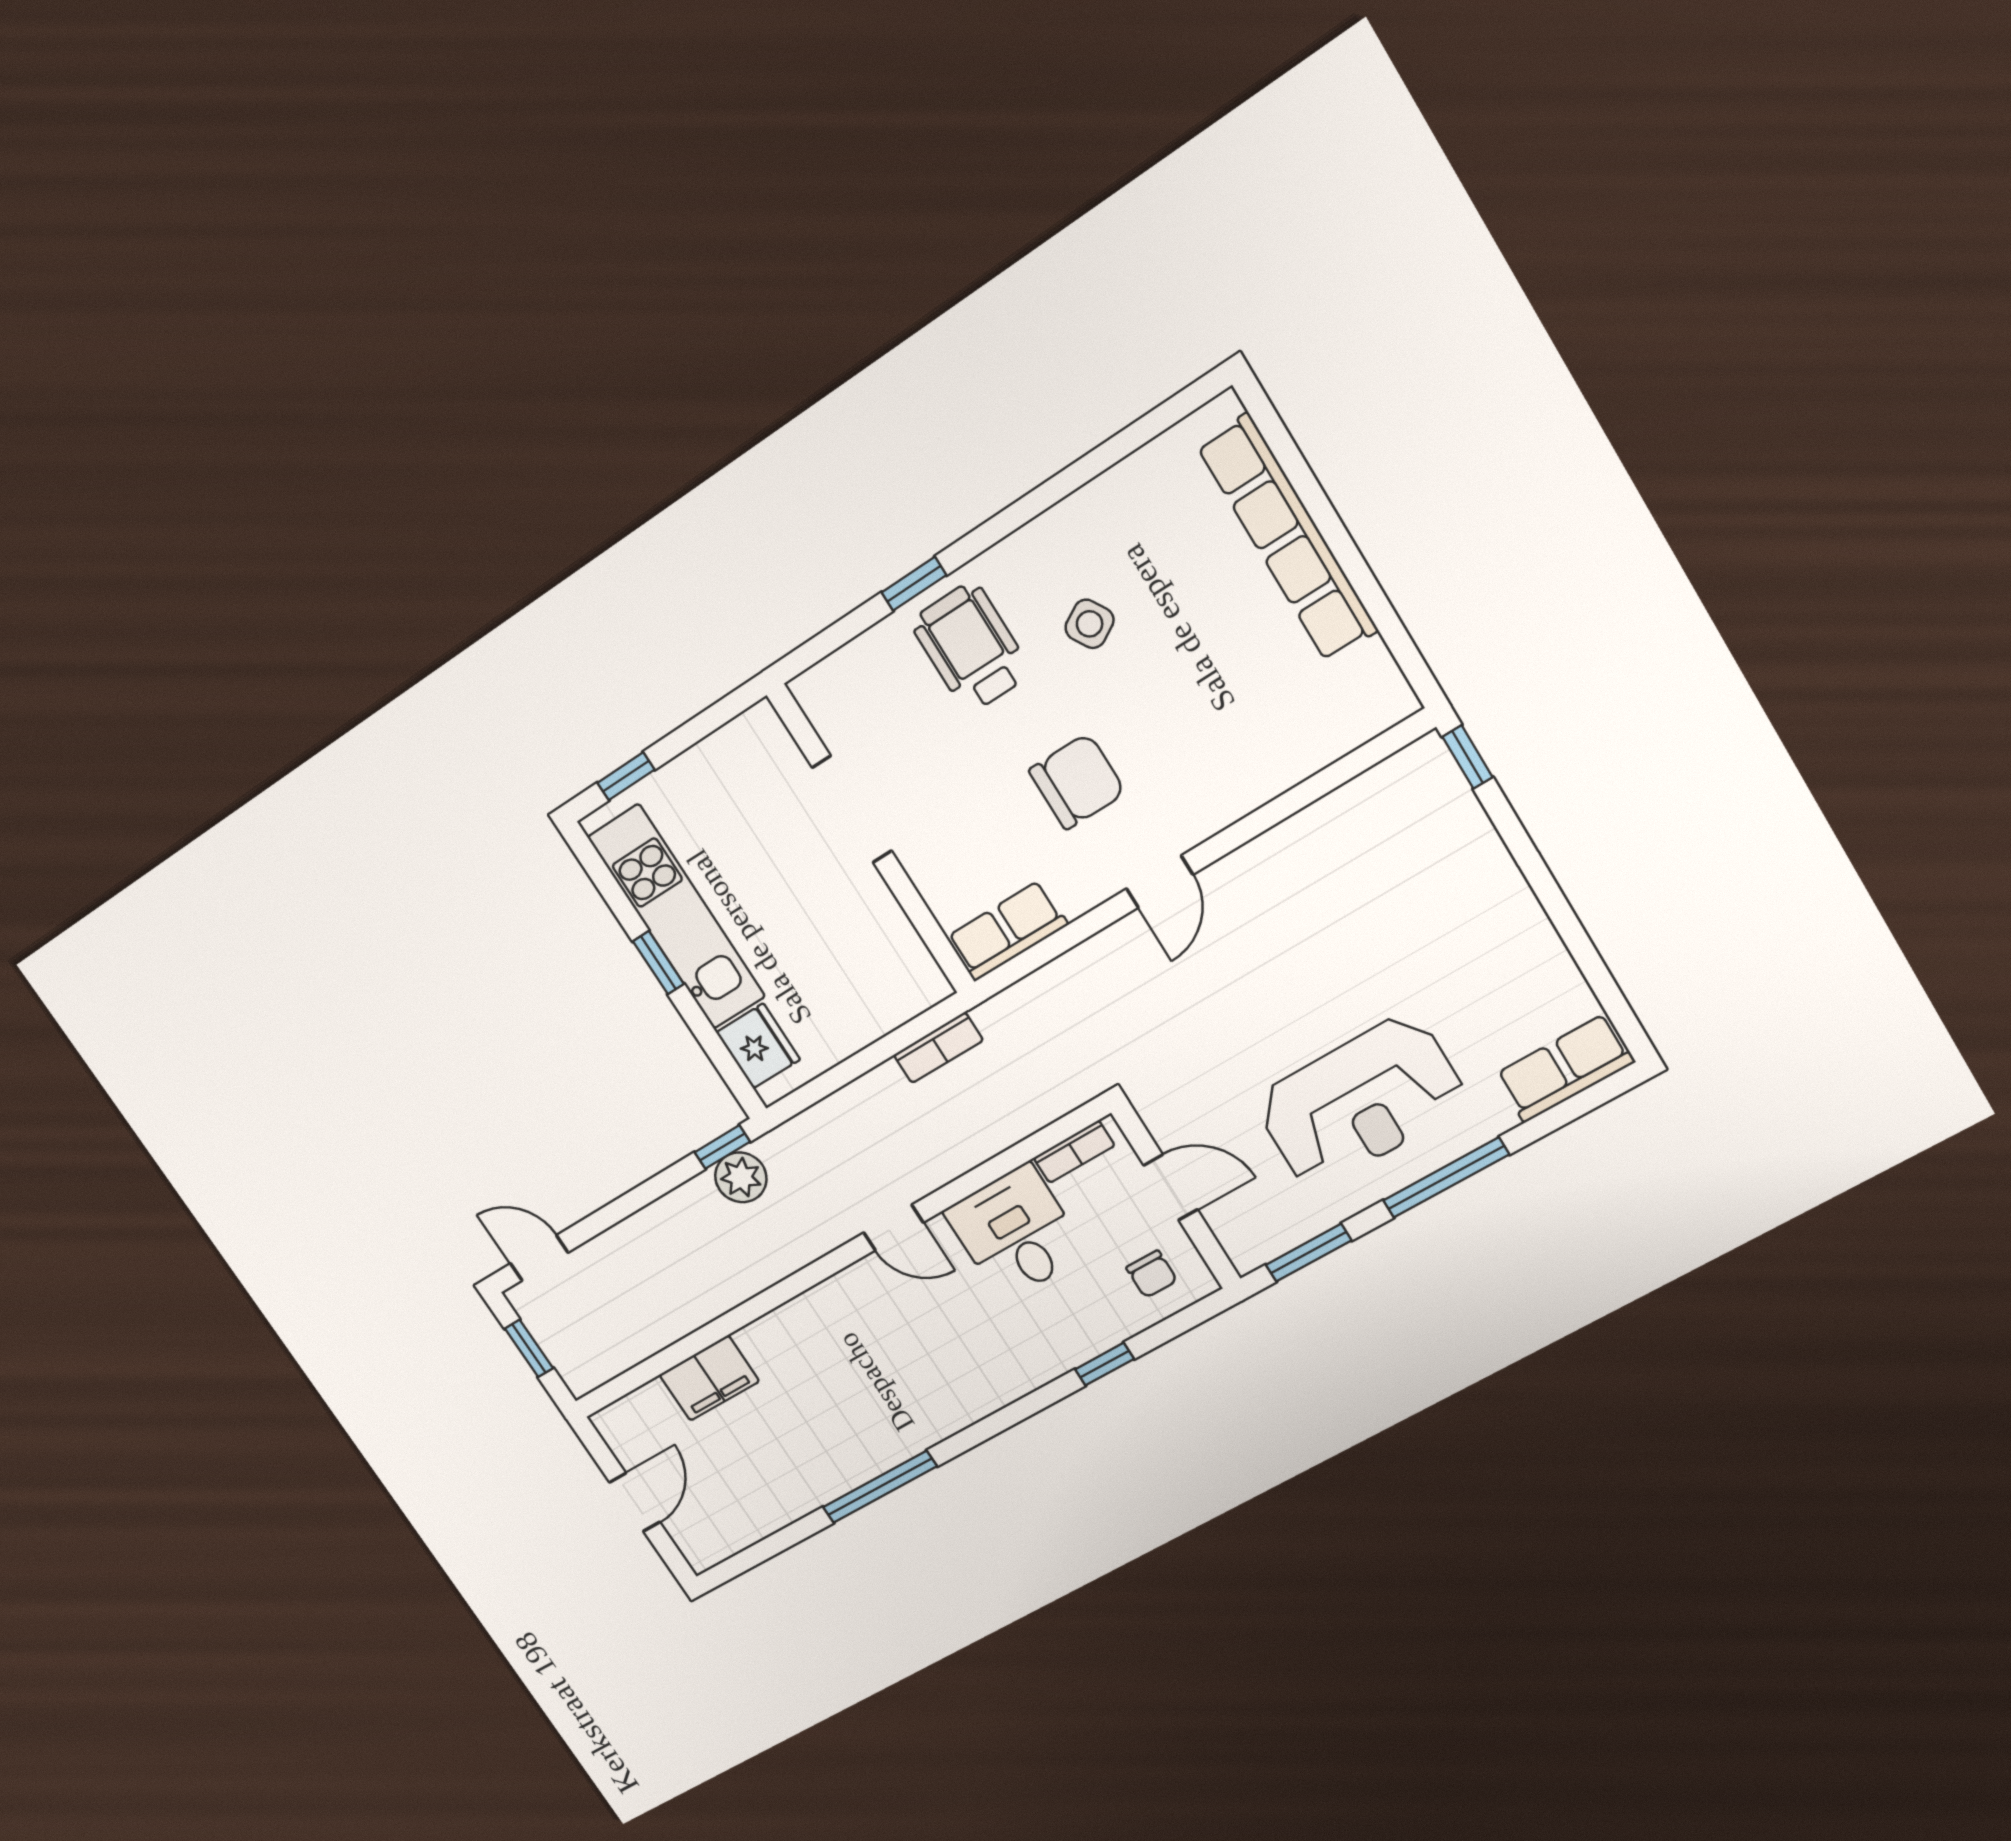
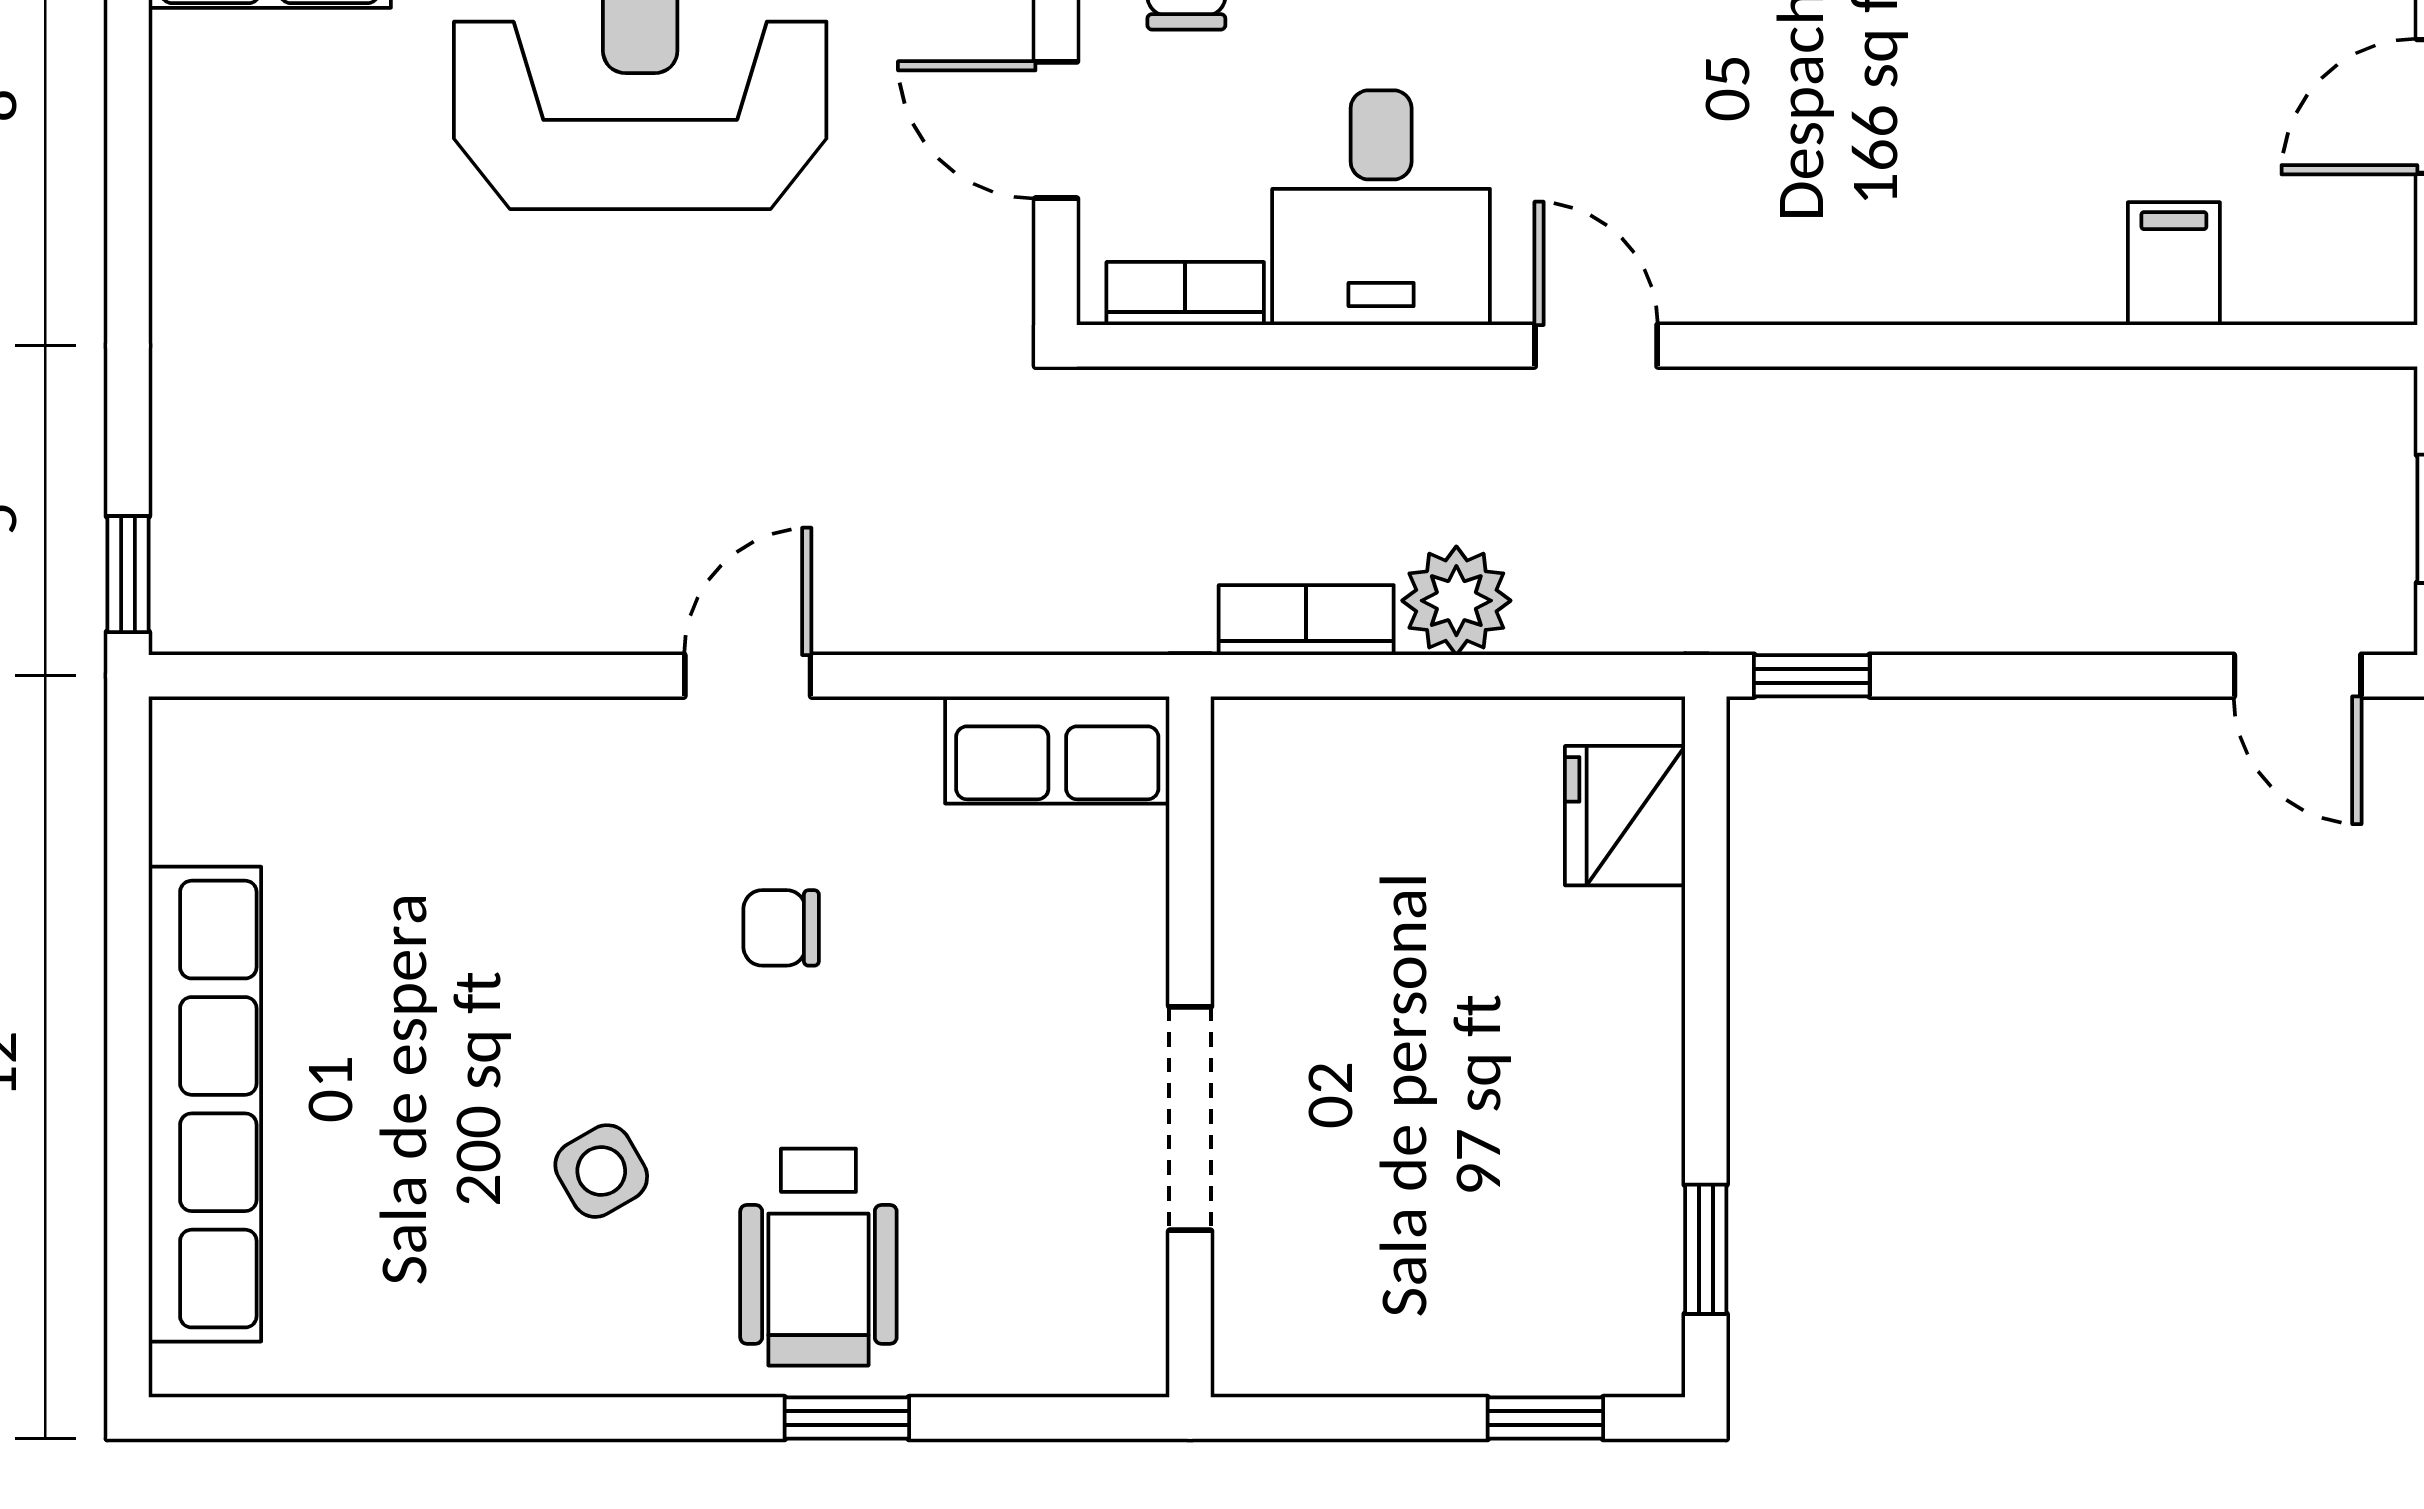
chair: (1077, 781) -> (781, 928), width x0.54, depth x0.54
kitchen unit: (677, 917) -> (1619, 1127), removed
window: (658, 963) -> (1706, 1249), moved
plant: (741, 1177) -> (1456, 601), moved
filing cabinet: (709, 1378) -> (2174, 264), width x0.50

